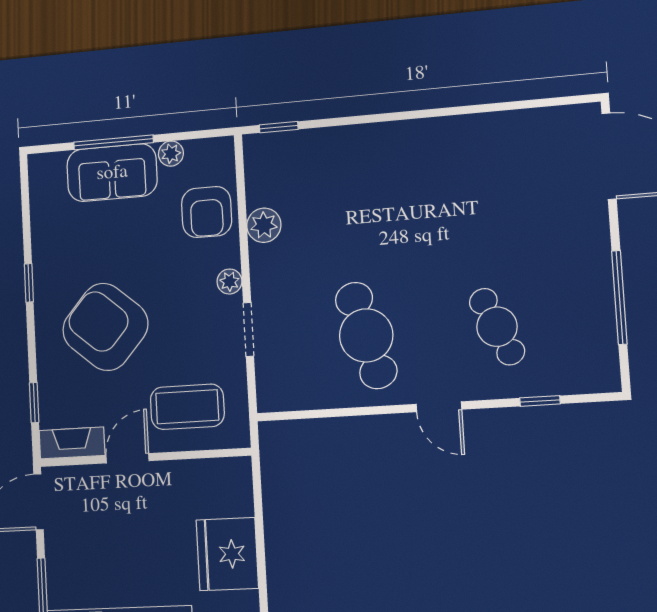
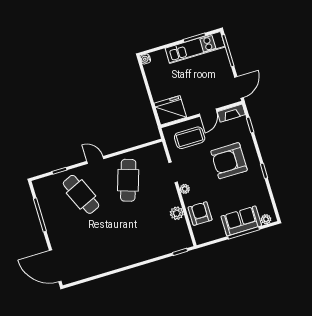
plant: (171, 154) -> (266, 219), moved
armchair: (105, 327) -> (229, 161), turned 139
cafe table: (497, 327) -> (81, 194), width x1.37, depth x1.35
cafe table: (366, 335) -> (128, 180), turned 33
fridge: (227, 554) -> (170, 110), moved, turned -90

